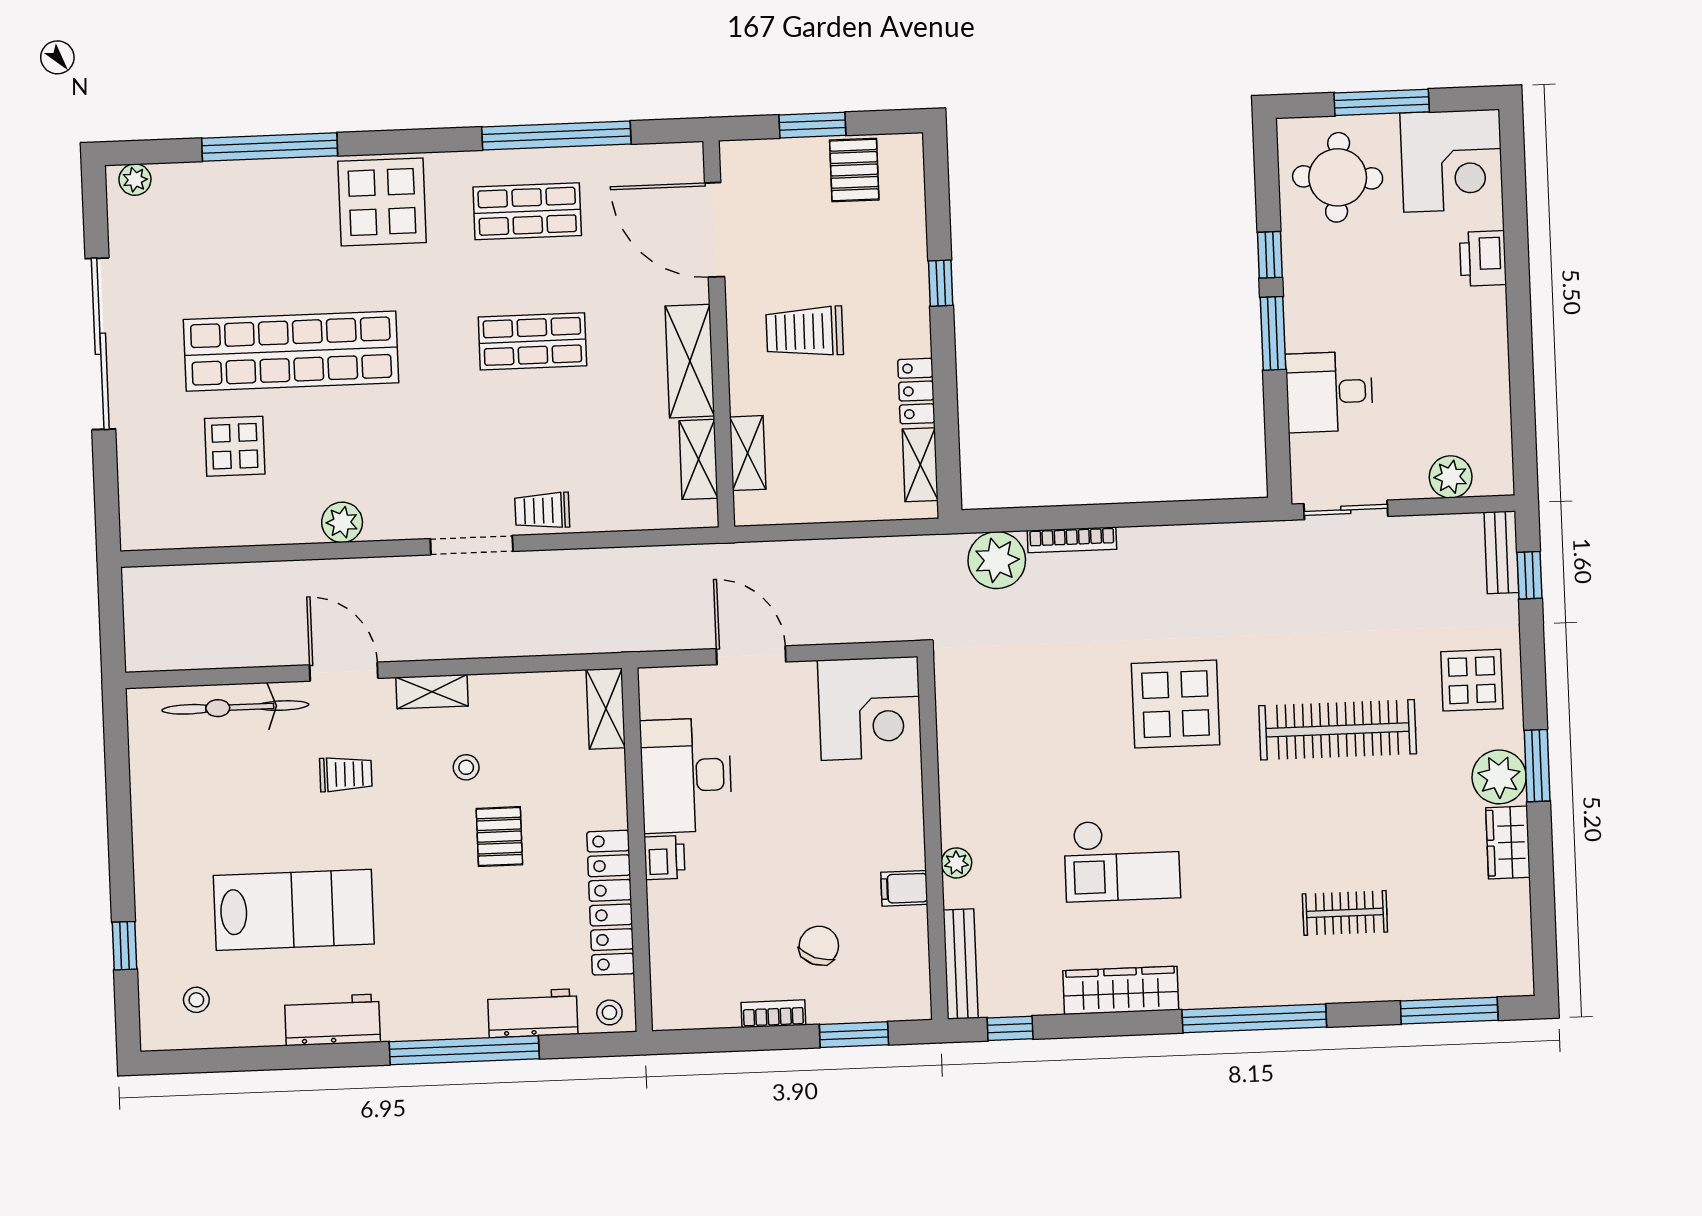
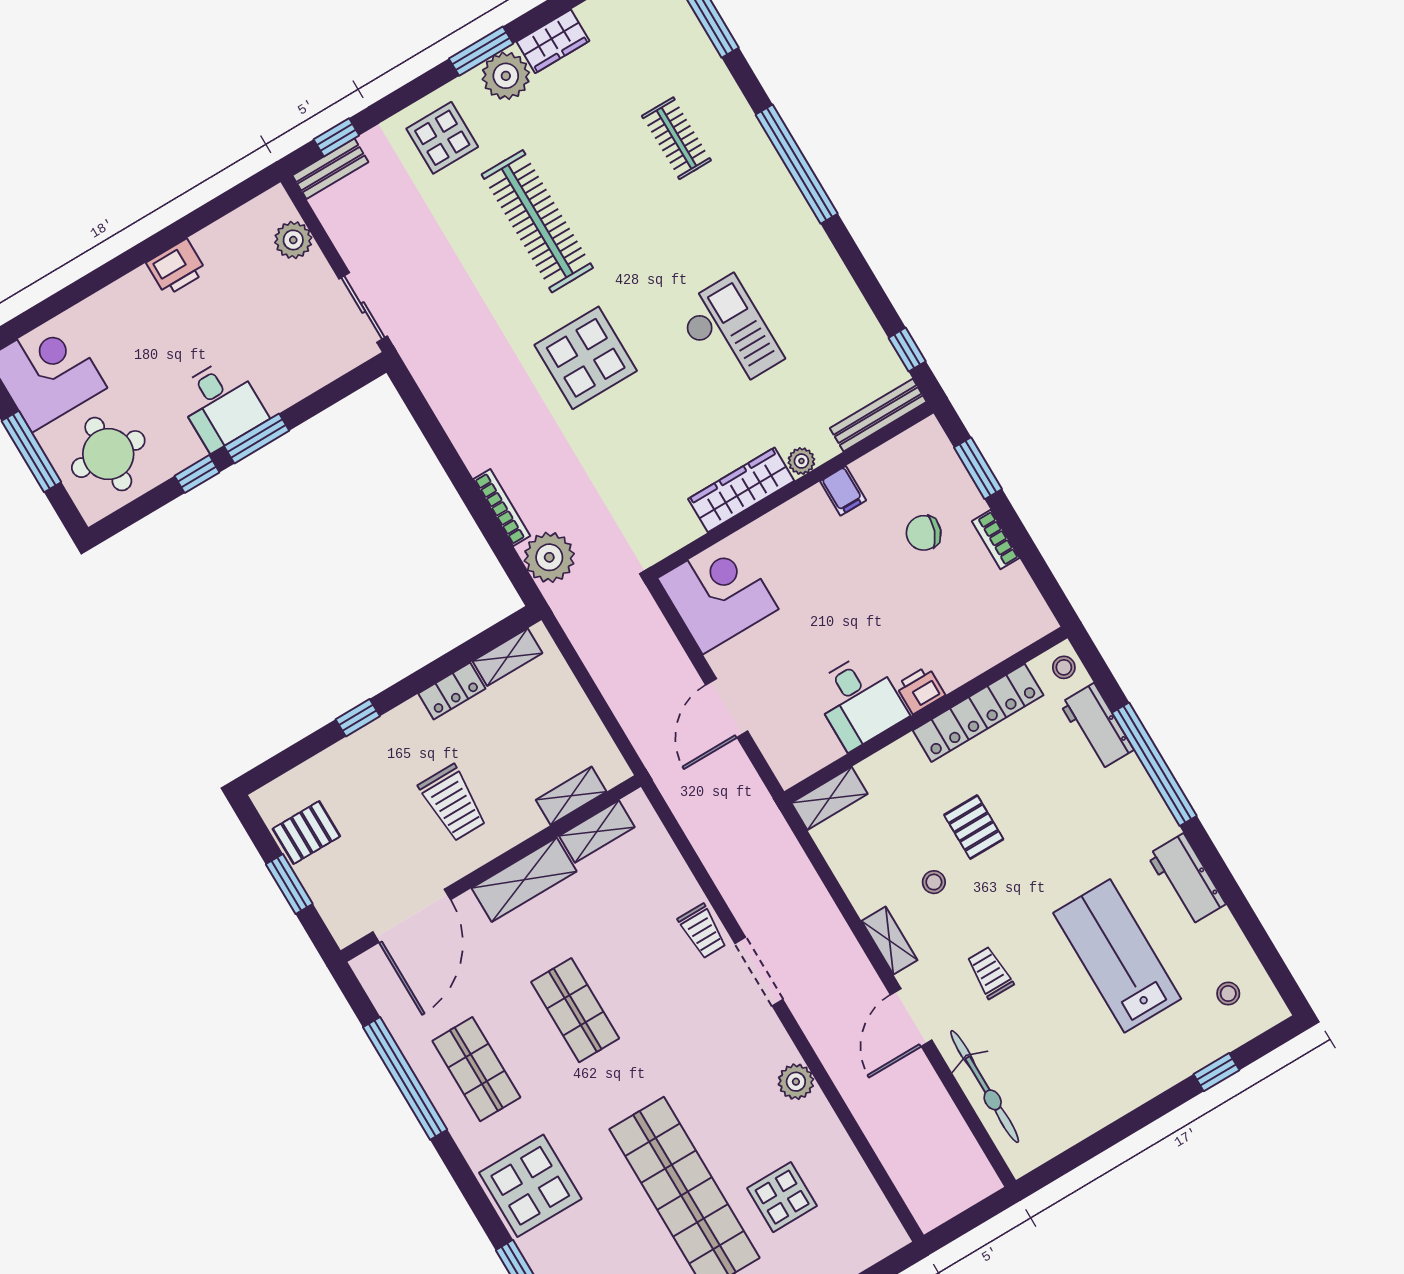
printer: (1483, 258) -> (176, 267), moved
desk: (1329, 392) -> (221, 404), moved
desk: (686, 775) -> (859, 701), width x0.73
pallet: (499, 837) -> (974, 827), turned 90
wardrobe: (1121, 990) -> (741, 490), moved, turned 90

